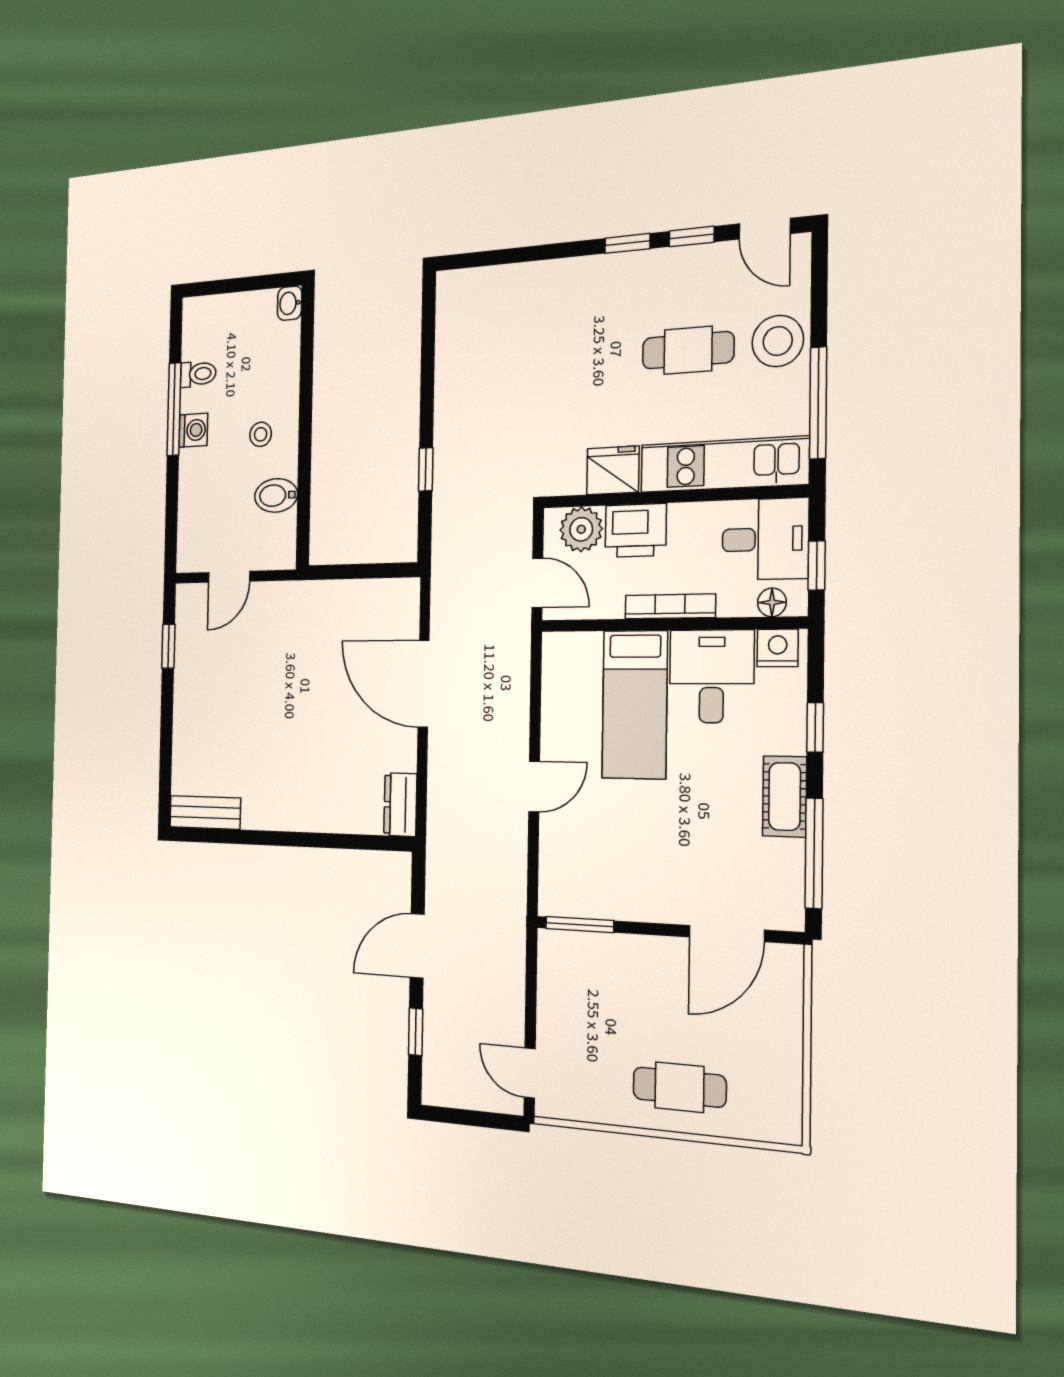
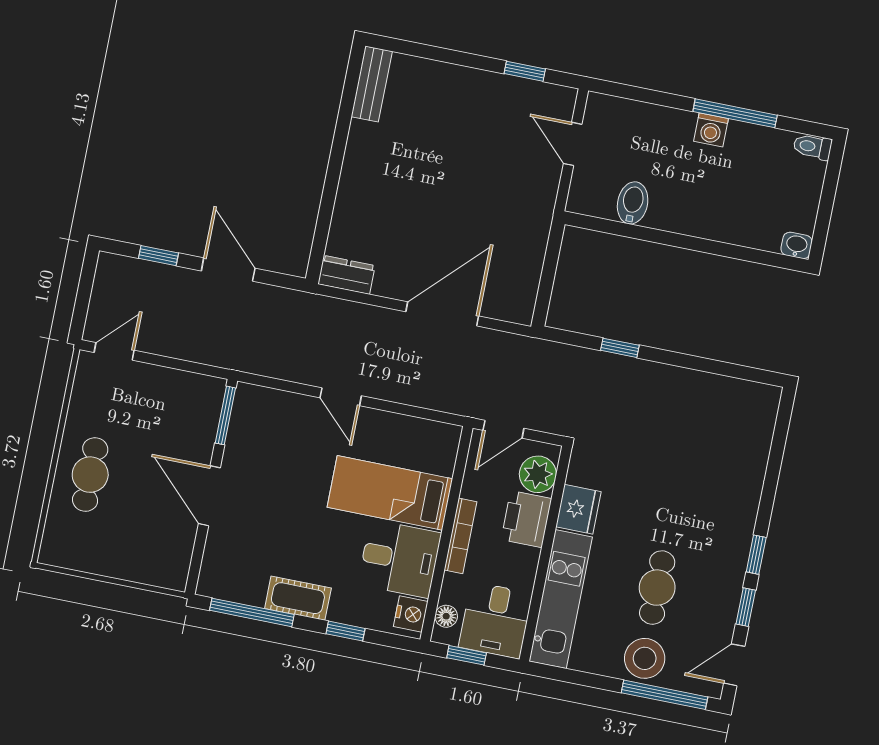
toilet: (198, 374) -> (813, 147), moved, turned 90
window: (818, 403) -> (664, 695), moved
stool: (261, 434) -> (690, 197), removed
door: (727, 934) -> (209, 496), moved

